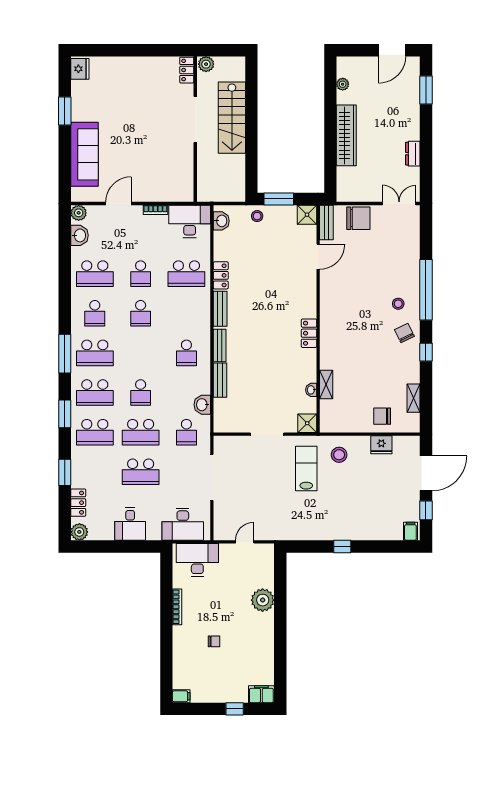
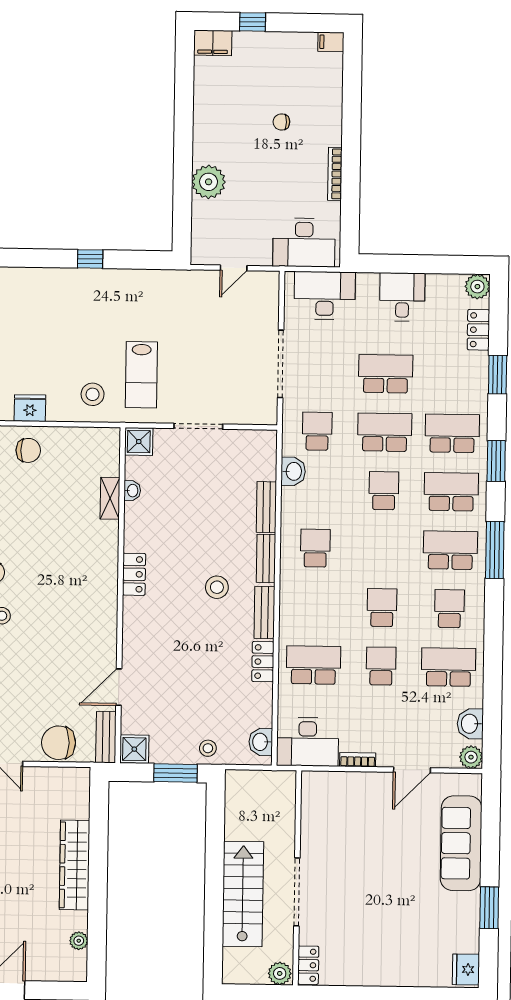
stool: (253, 325) -> (217, 587), added

